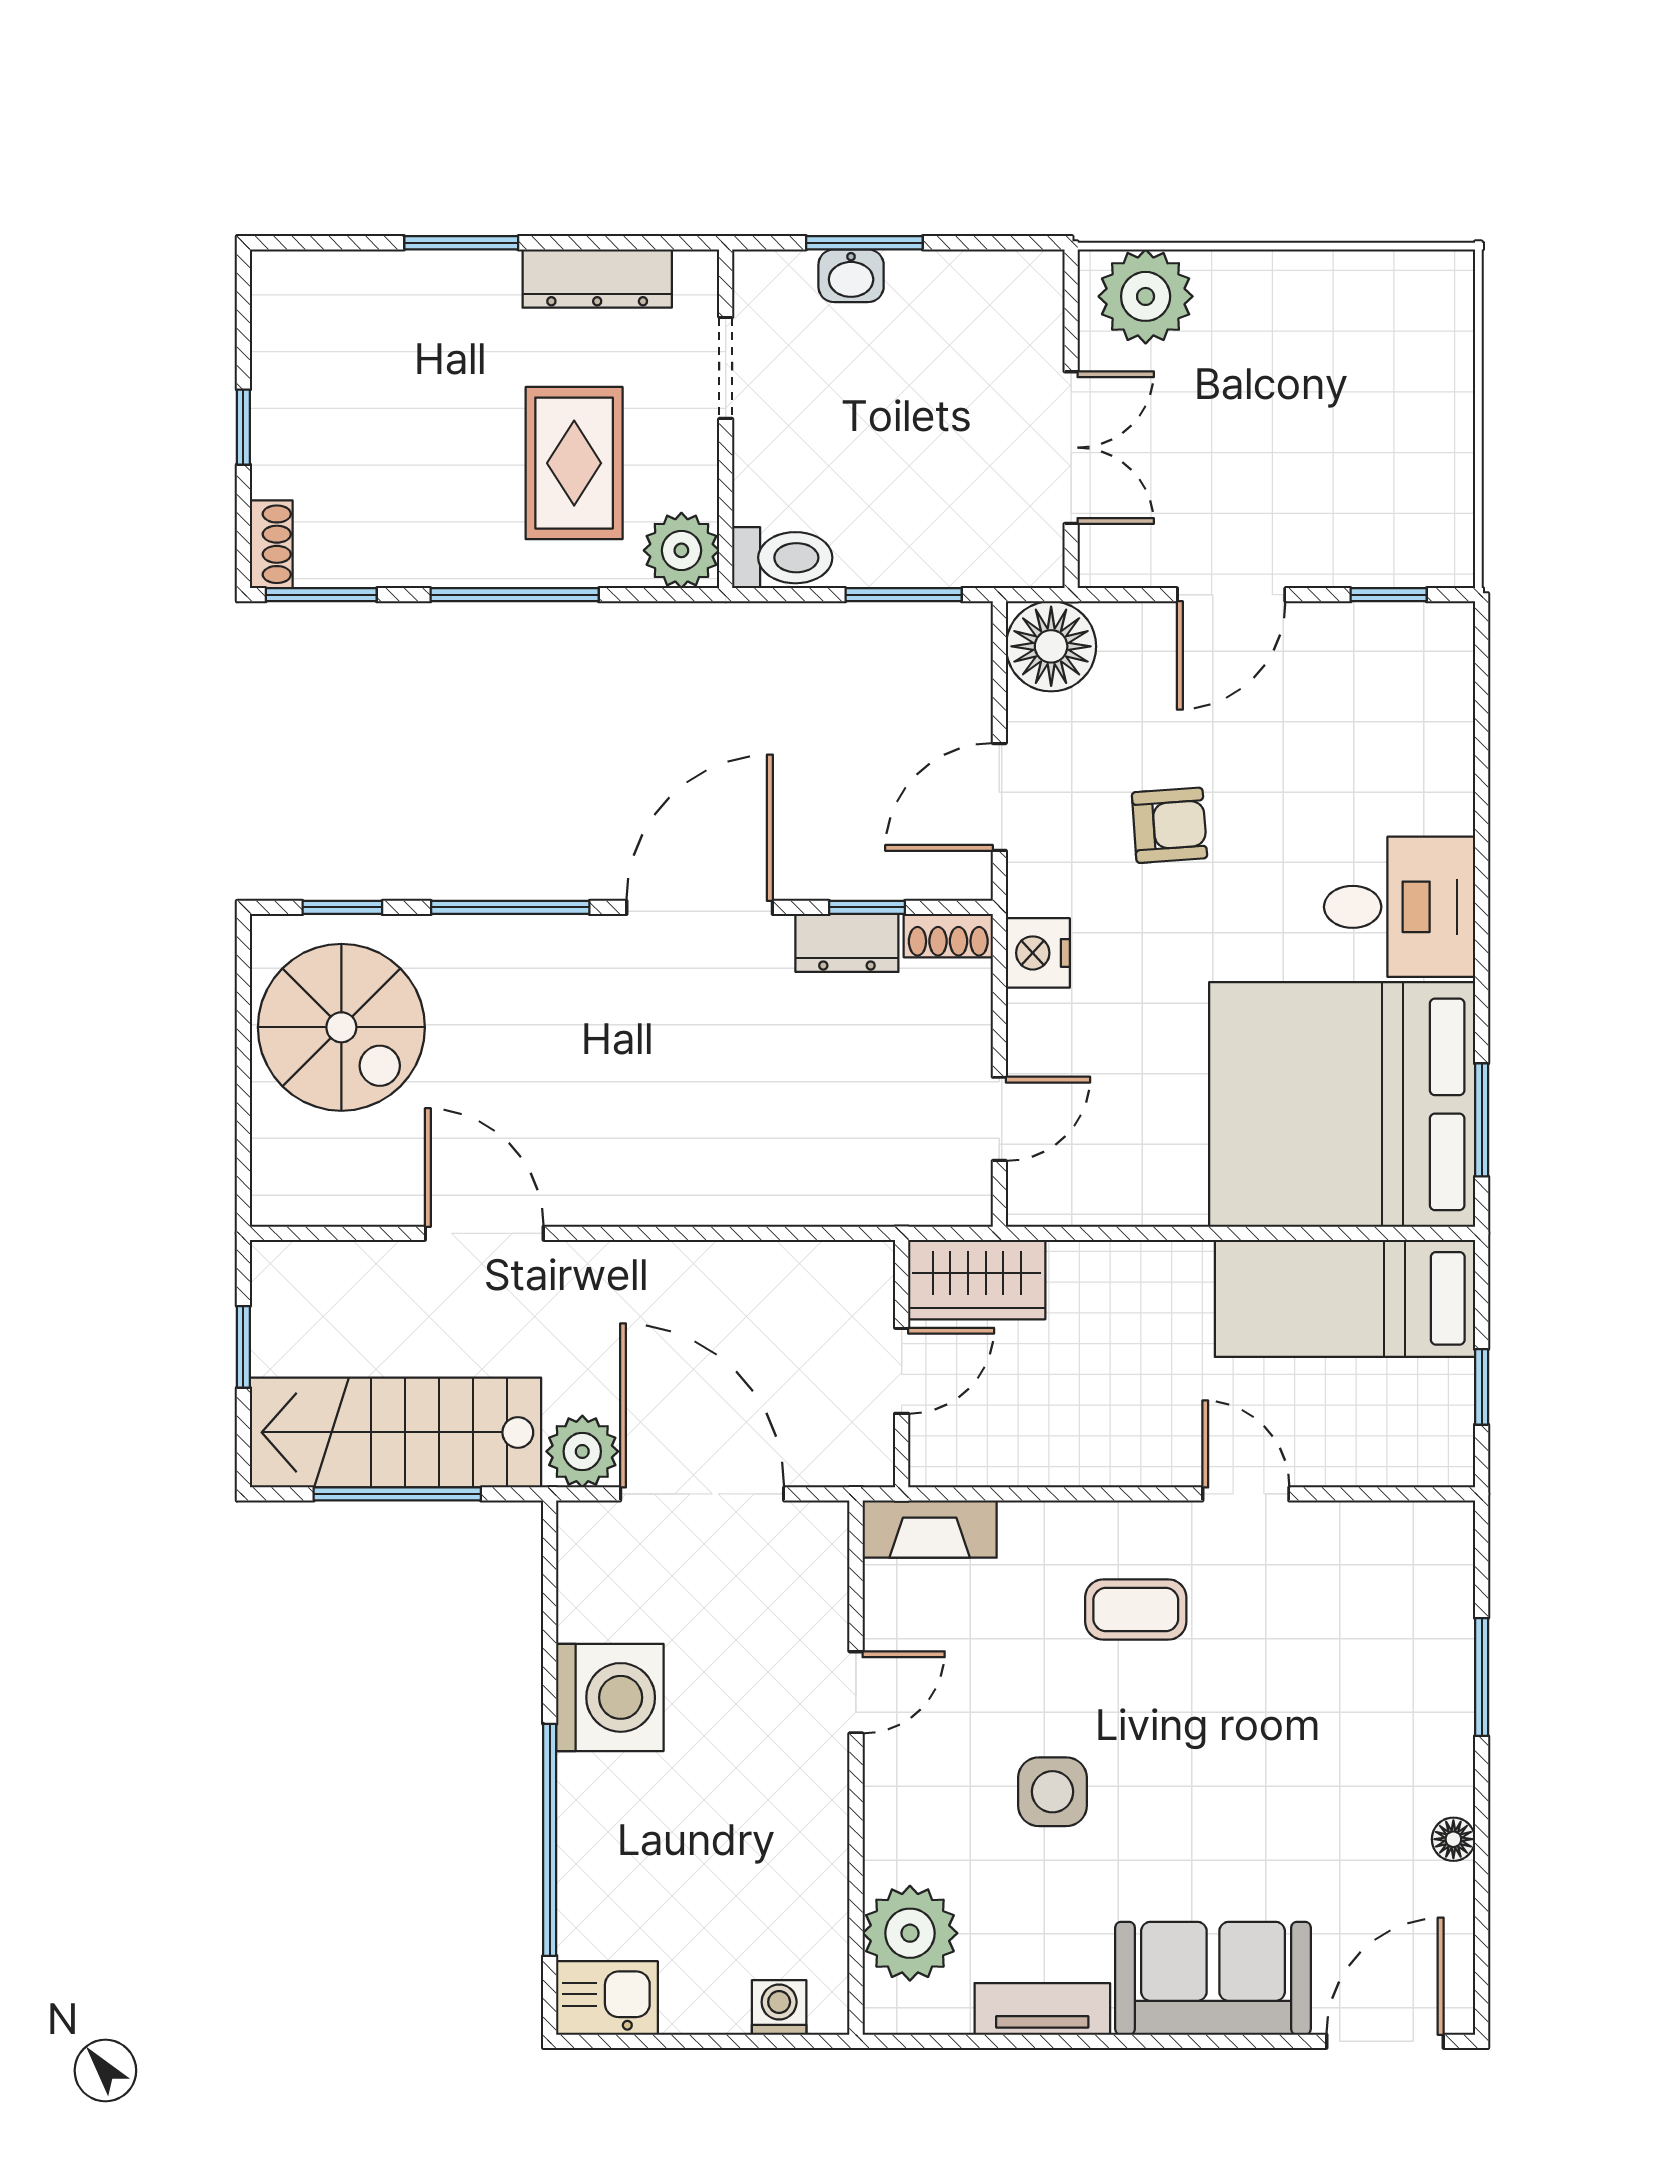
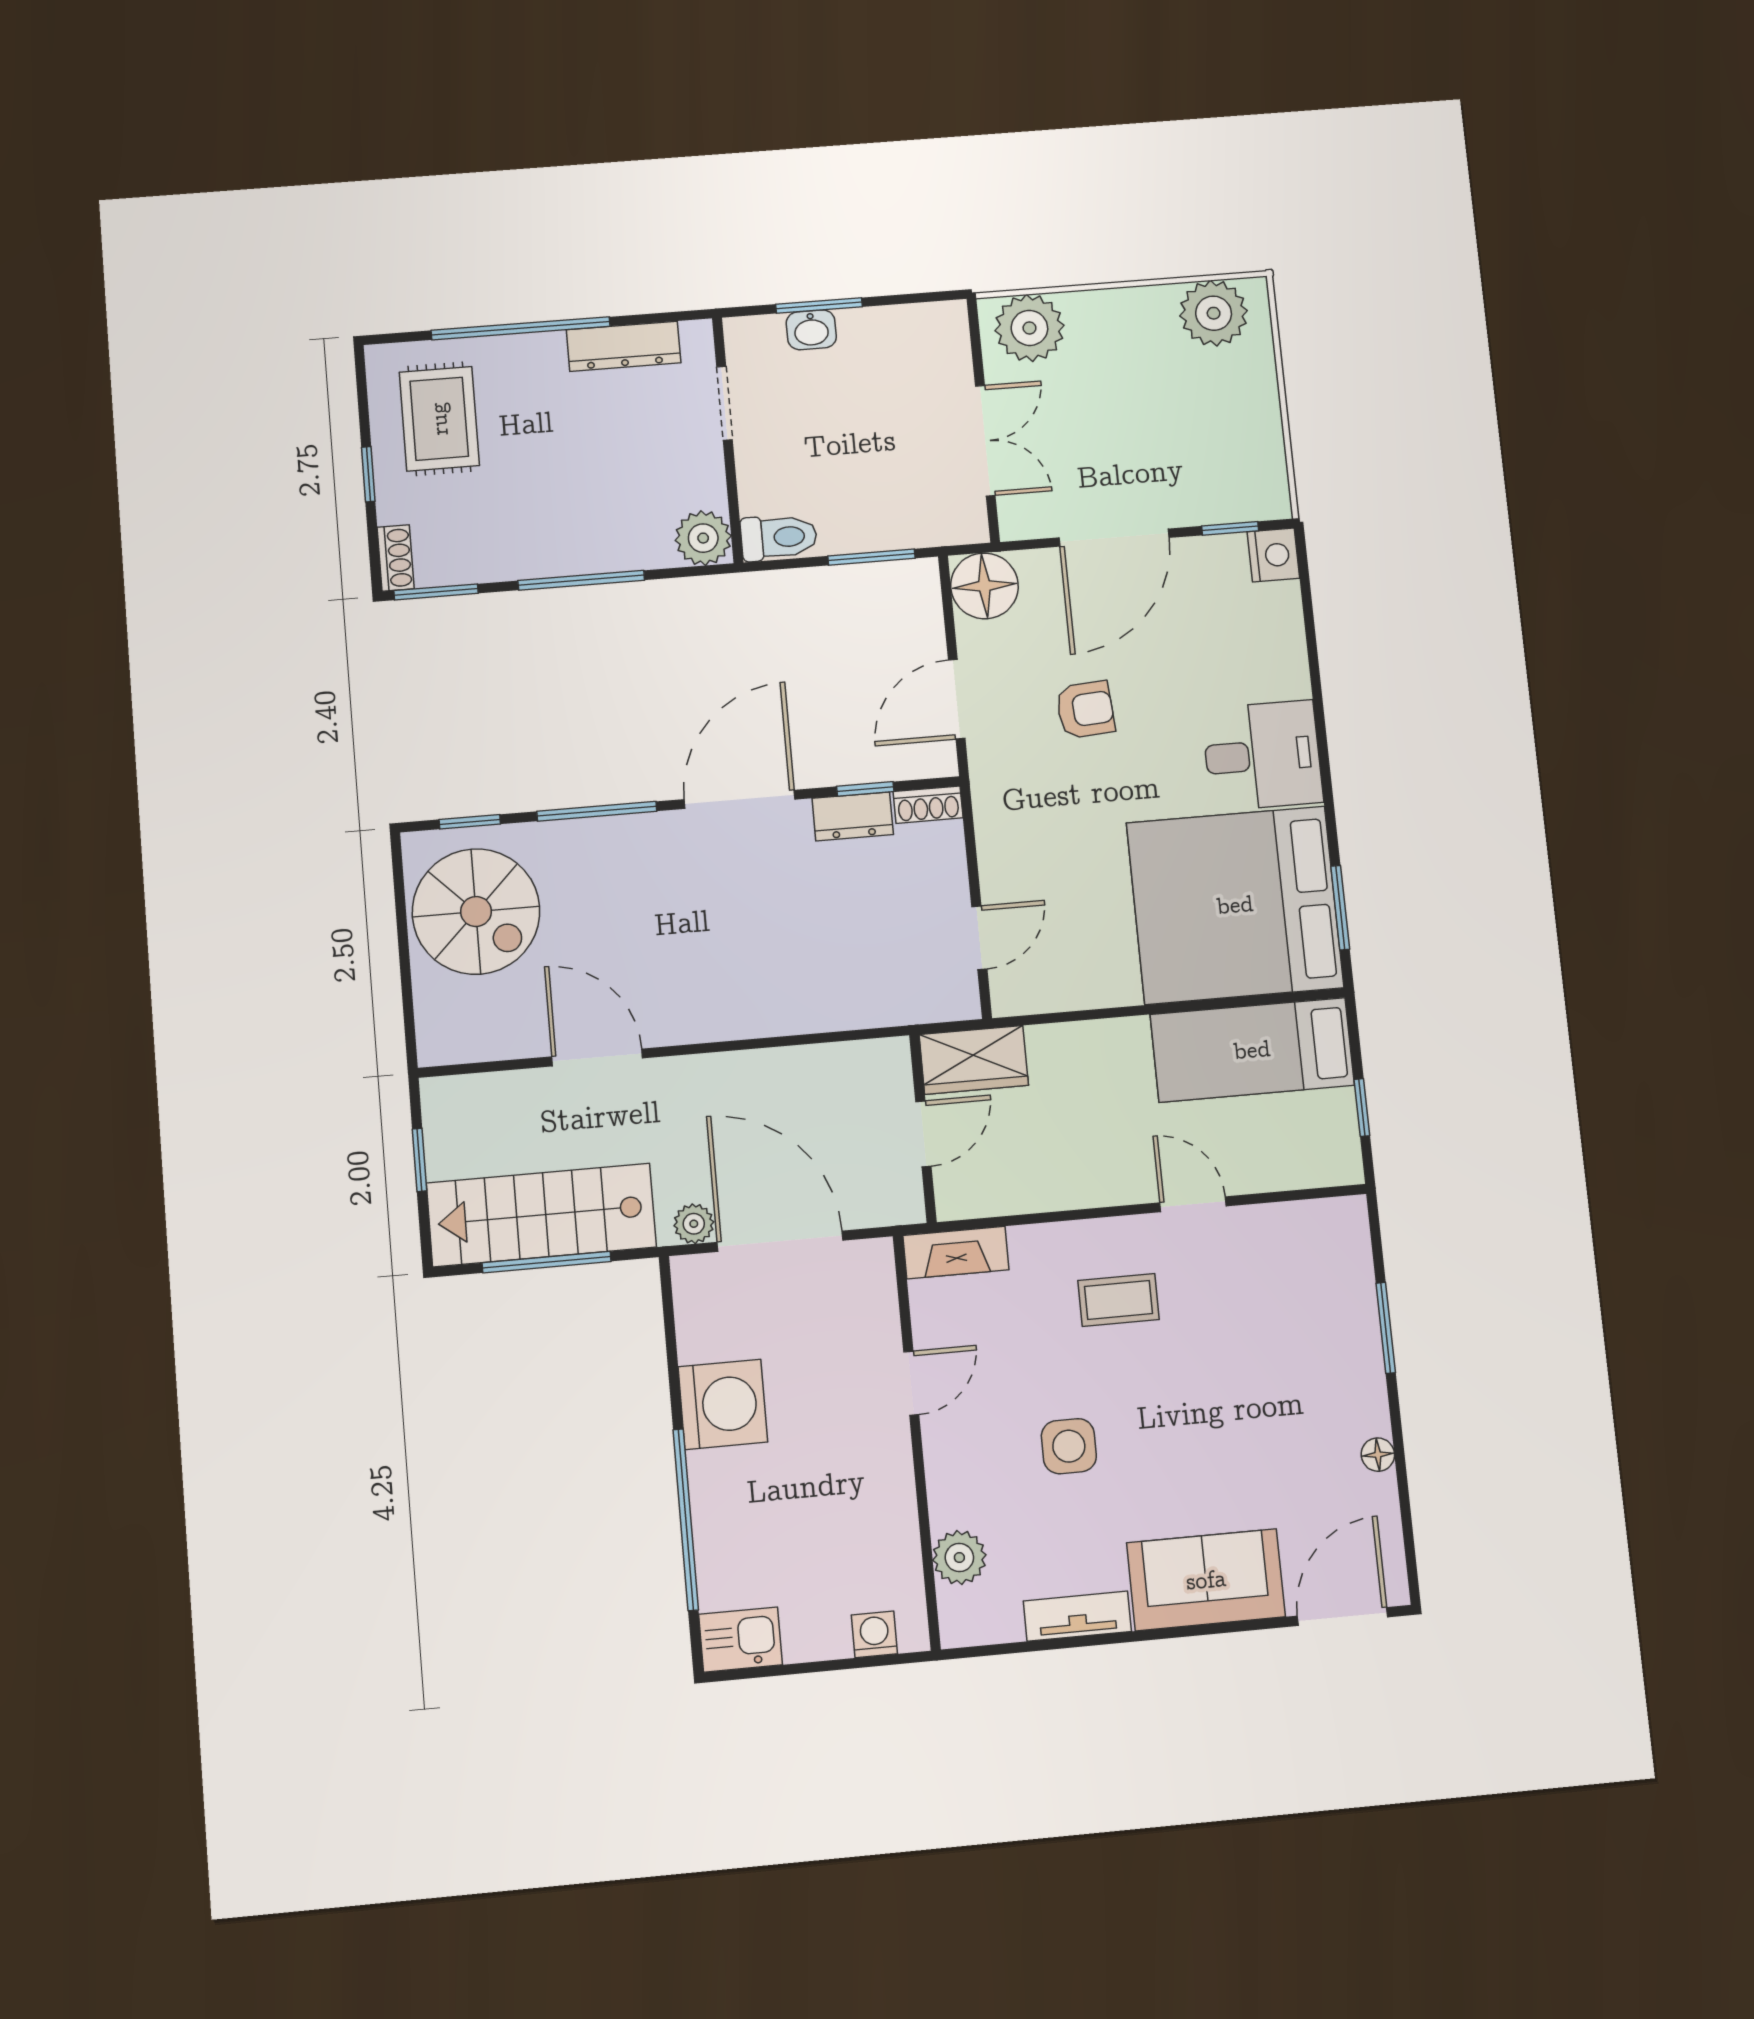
window: (461, 243) -> (521, 328), width x2.11
plant: (1397, 296) -> (1214, 313), added
rug: (574, 463) -> (439, 419), moved
door: (1231, 595) -> (1114, 538), width x1.36
nightstand: (1038, 953) -> (1273, 555), moved, turned 180
plant: (582, 1451) -> (694, 1224), width x0.73, depth x0.73
plant: (910, 1933) -> (959, 1558), width x0.73, depth x0.73

